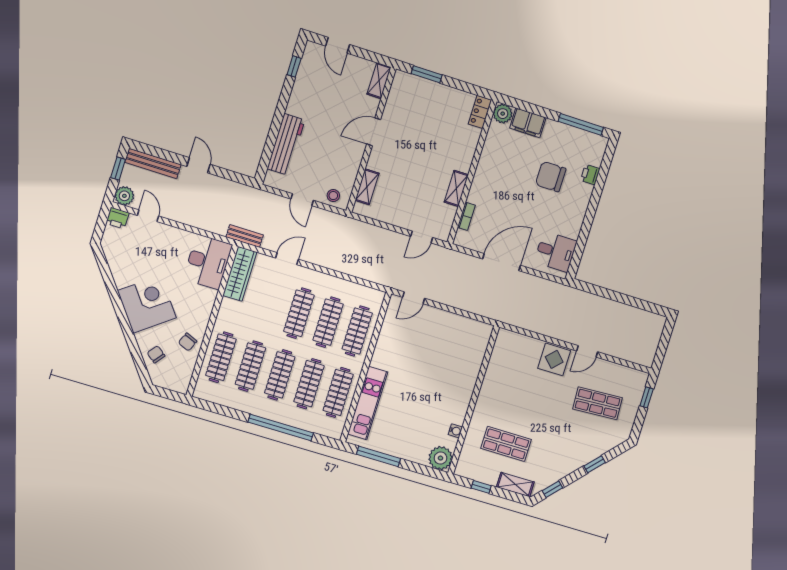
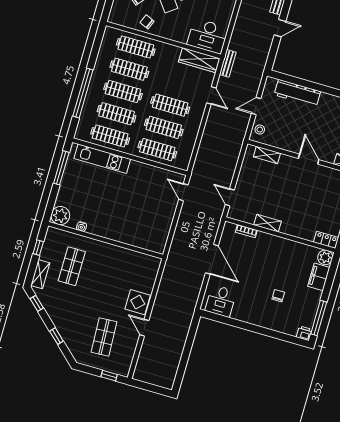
printer: (590, 175) -> (304, 333), moved
chair: (551, 177) -> (278, 296), width x0.54, depth x0.54

